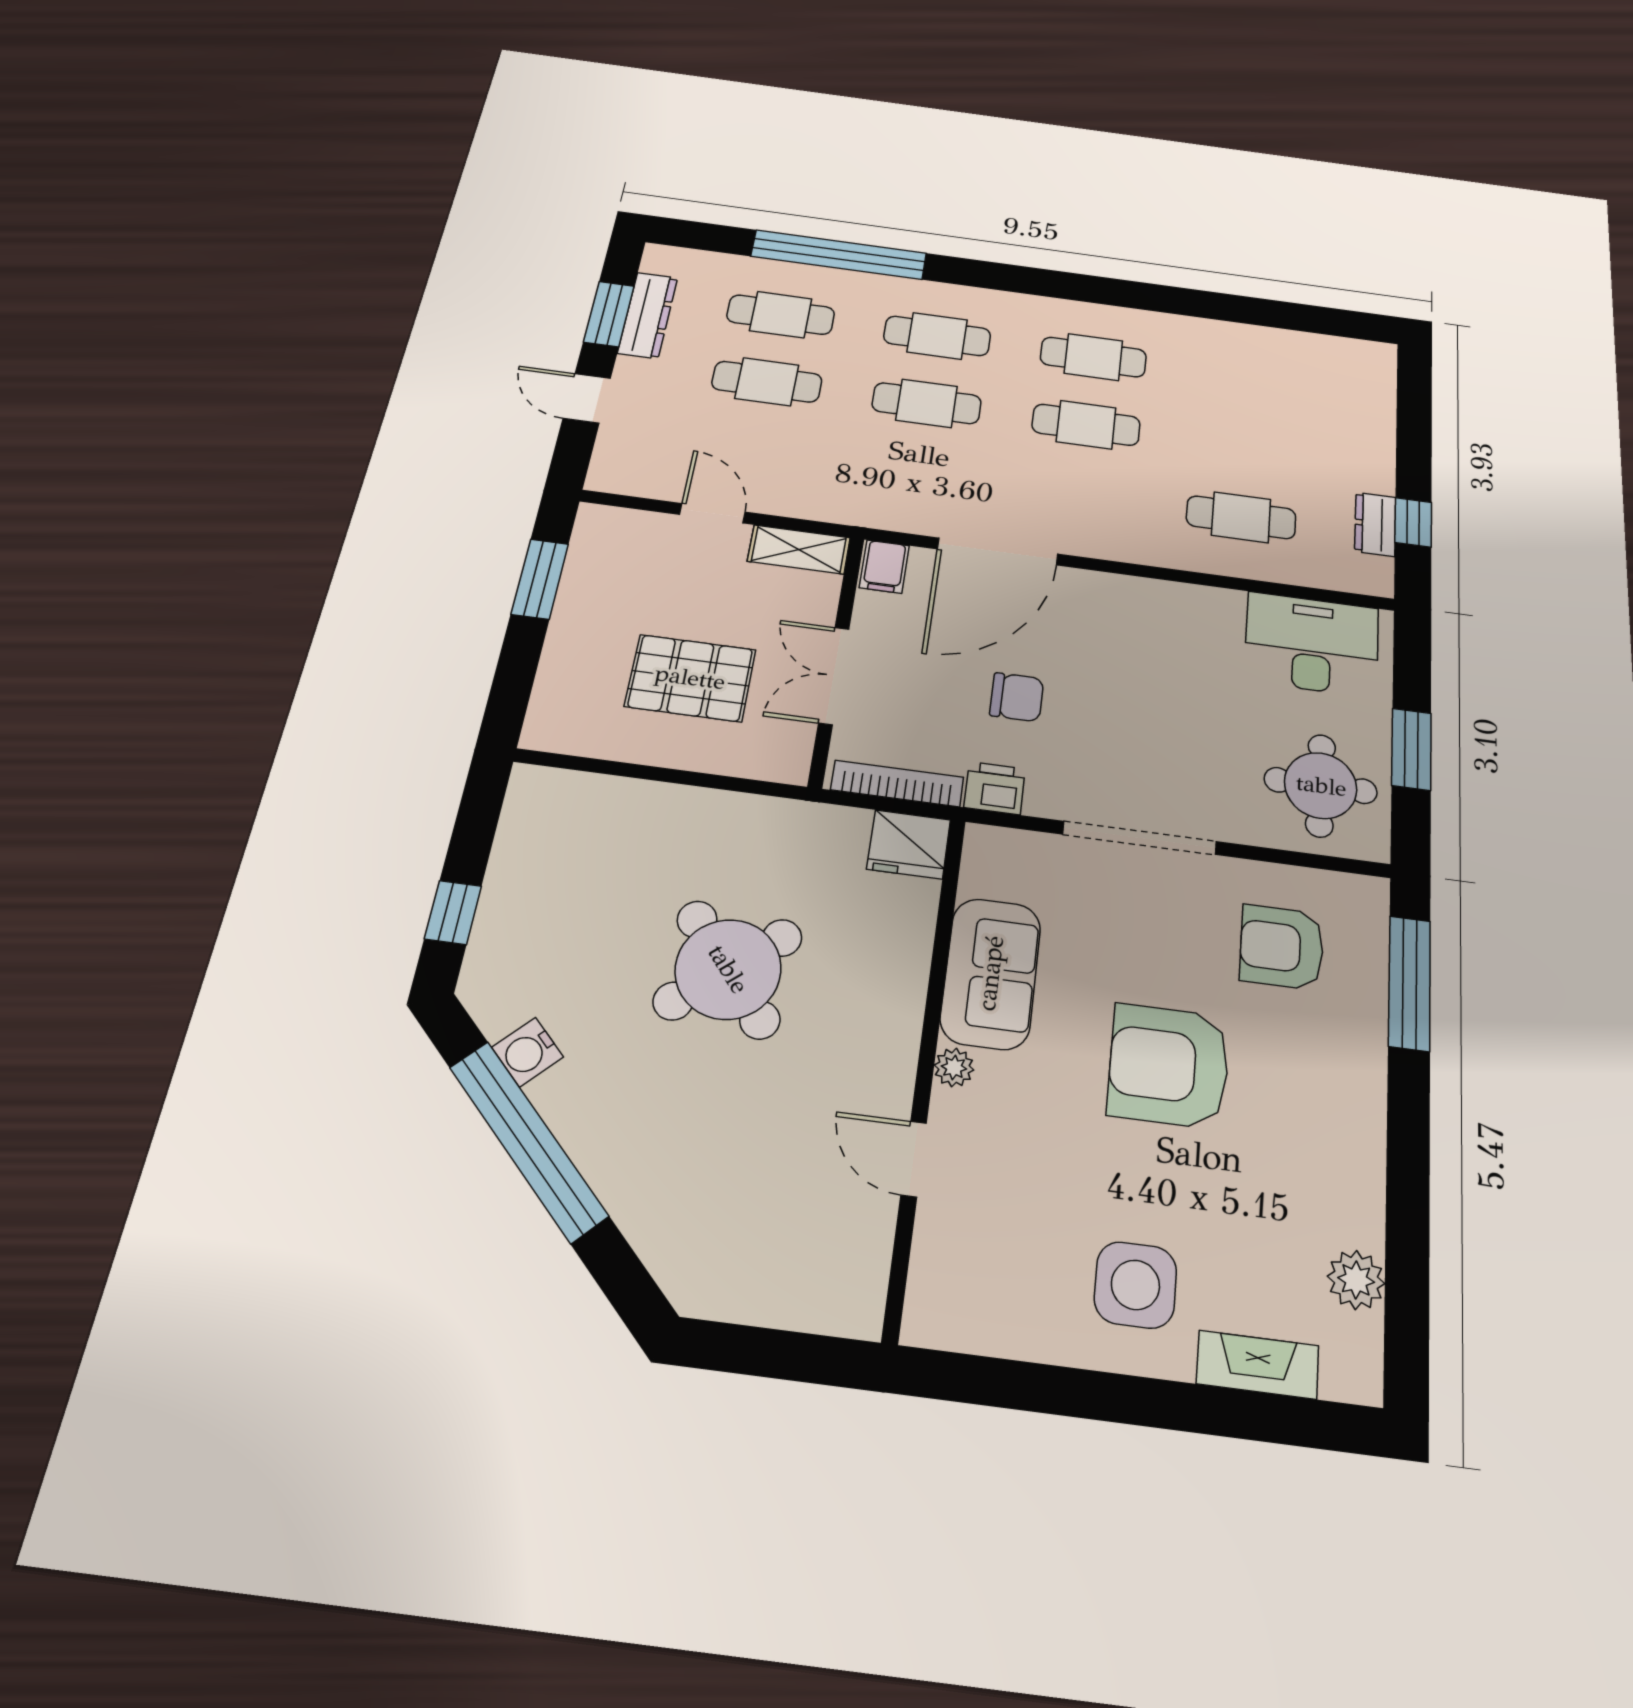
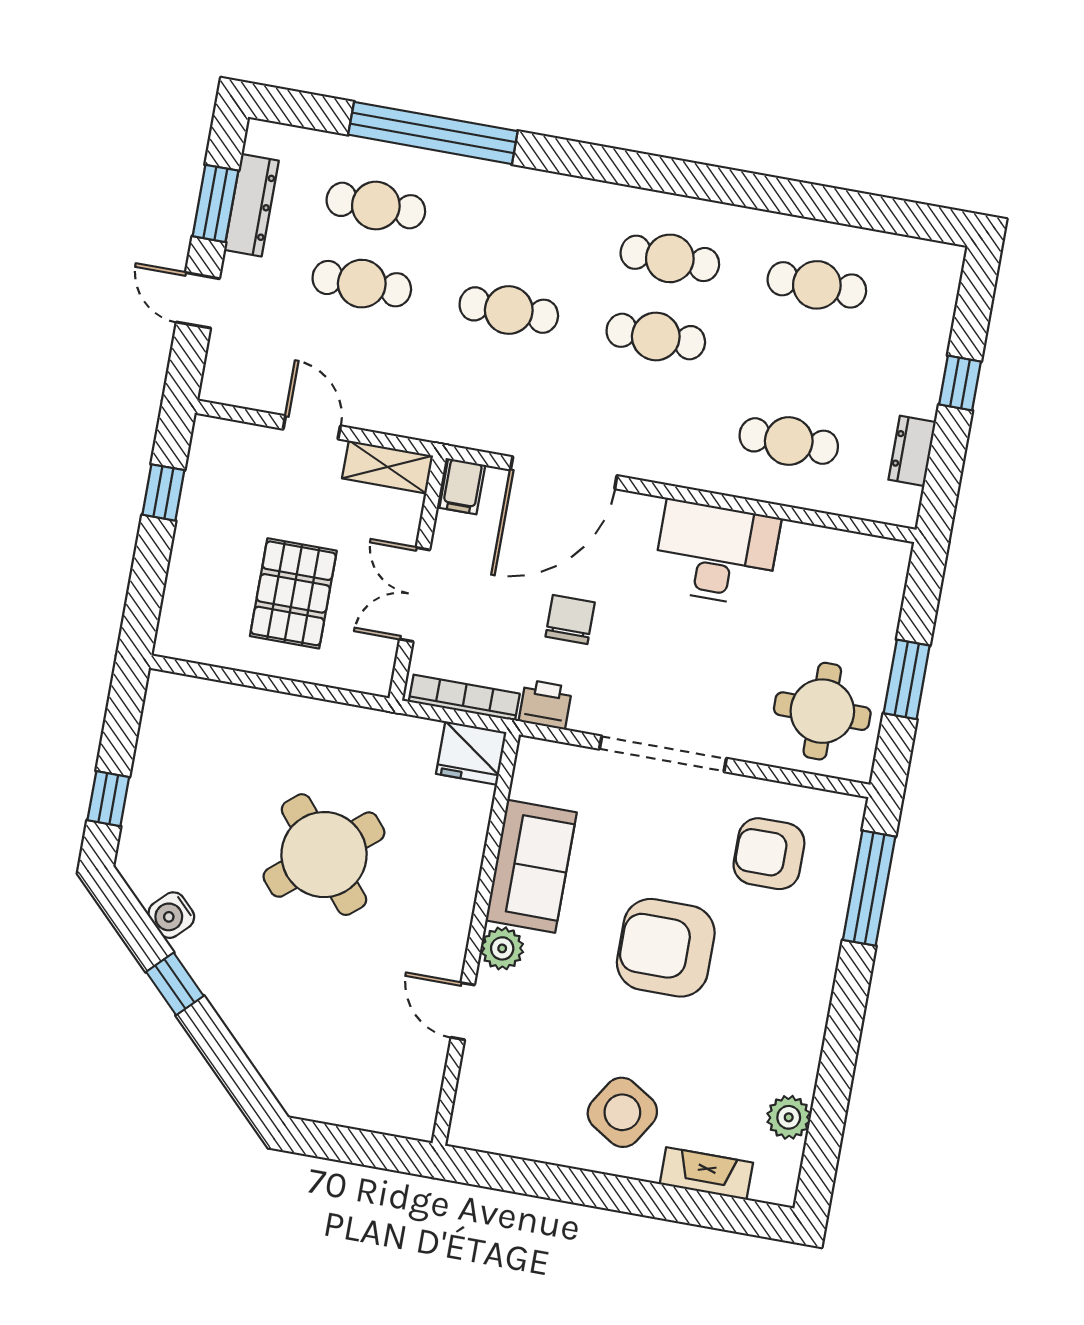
cafe table: (937, 336) -> (817, 285), moved
window: (1413, 522) -> (960, 383), moved
window: (540, 579) -> (163, 492), width x0.67
desk: (1312, 644) -> (716, 553), moved
pallet: (690, 678) -> (293, 593), turned 90
chair: (1017, 697) -> (570, 619), turned -90
plant: (954, 1067) -> (502, 948), width x1.38, depth x1.38
window: (528, 1141) -> (175, 984), width x0.32
side table: (1135, 1285) -> (622, 1112), turned 32

